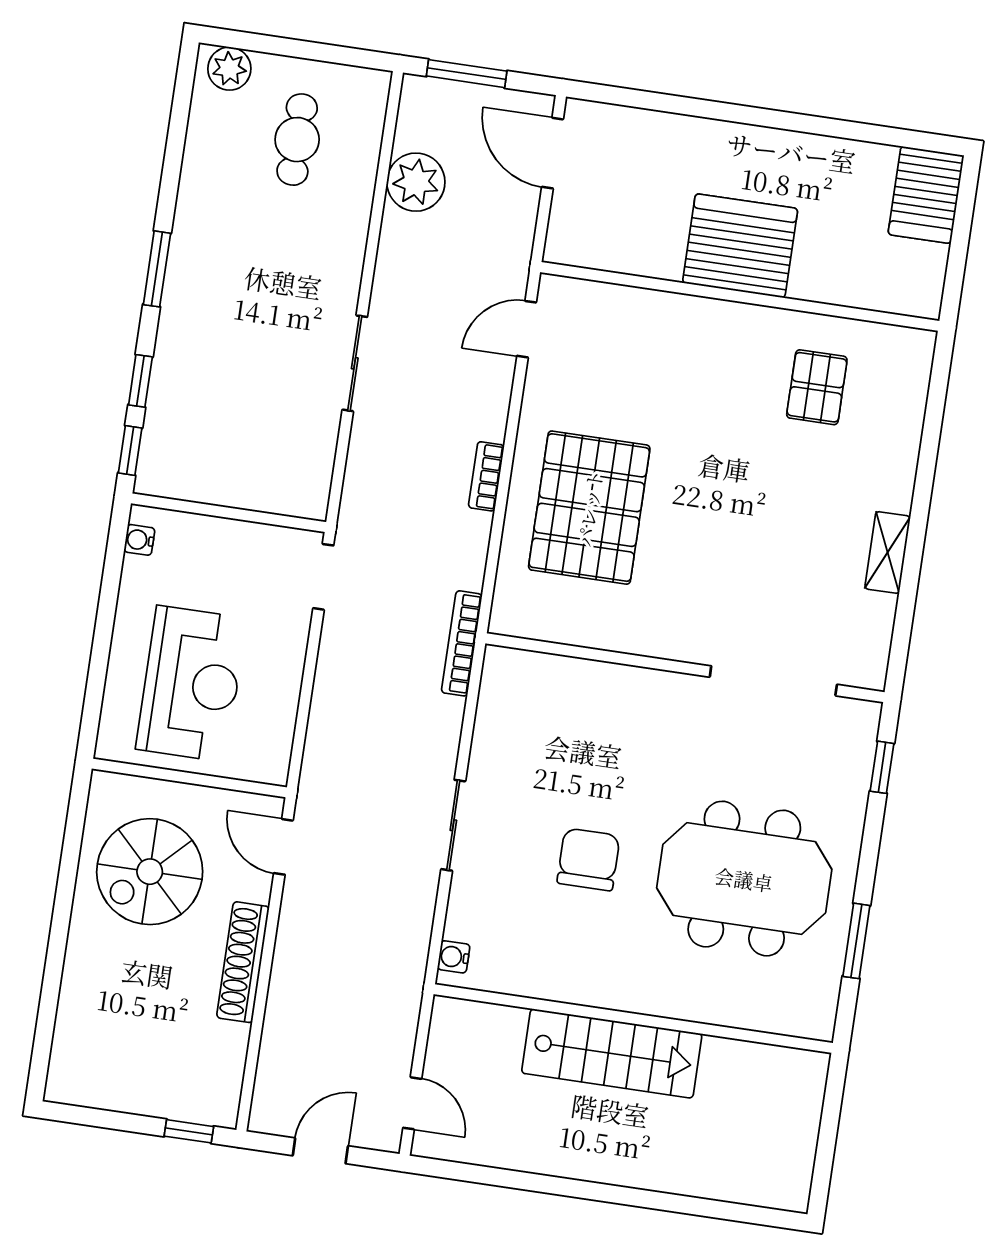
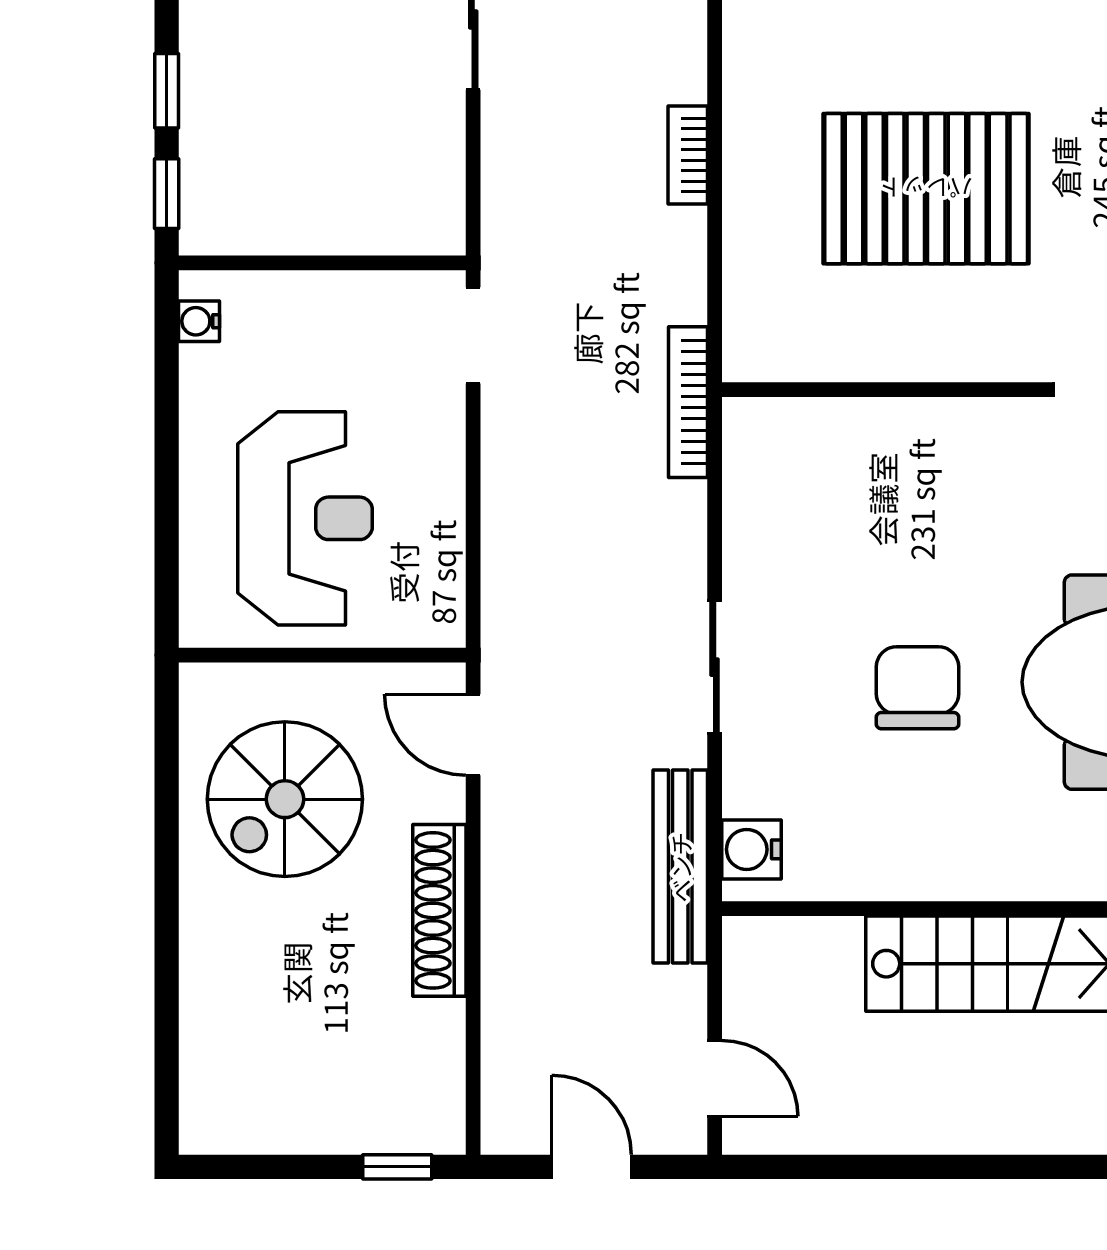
pallet: (589, 508) -> (926, 189), moved, turned 90
bench: (410, 957) -> (680, 867), added
water cooler: (454, 957) -> (751, 849), width x1.38, depth x1.38
door: (320, 1151) -> (592, 1167), hinge flipped

